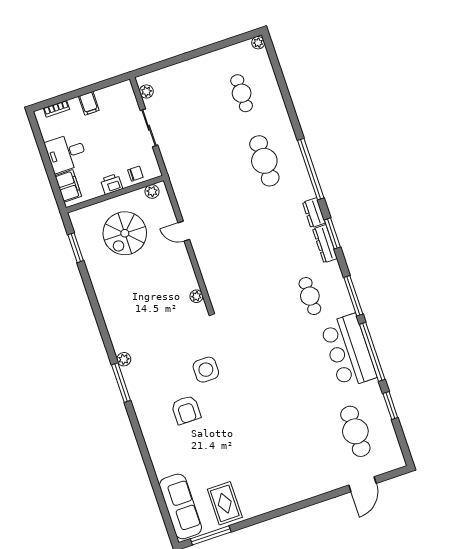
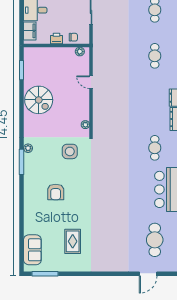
cafe table: (264, 161) -> (155, 56), width x0.73, depth x0.74
spiral stairs: (125, 233) -> (39, 100), moved, turned -90
side table: (206, 370) -> (70, 151), moved
rug: (225, 503) -> (73, 241), moved
sofa: (180, 506) -> (32, 250), width x0.73

